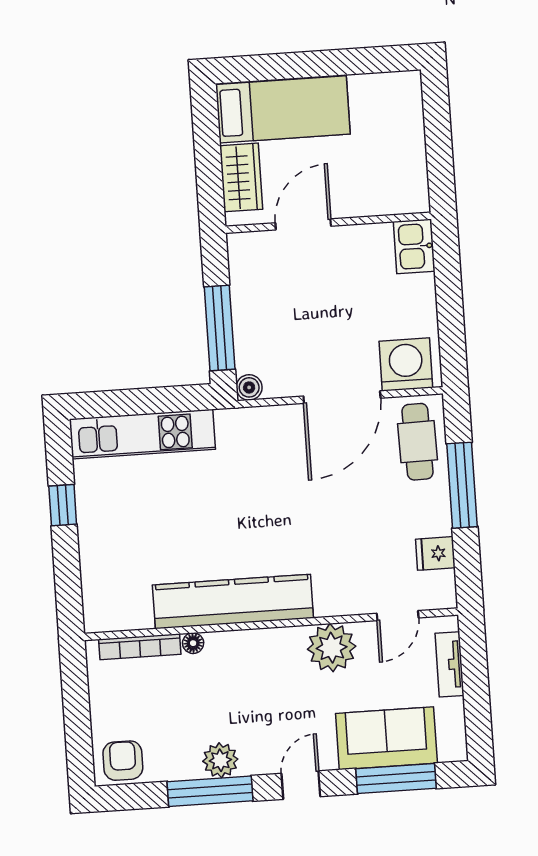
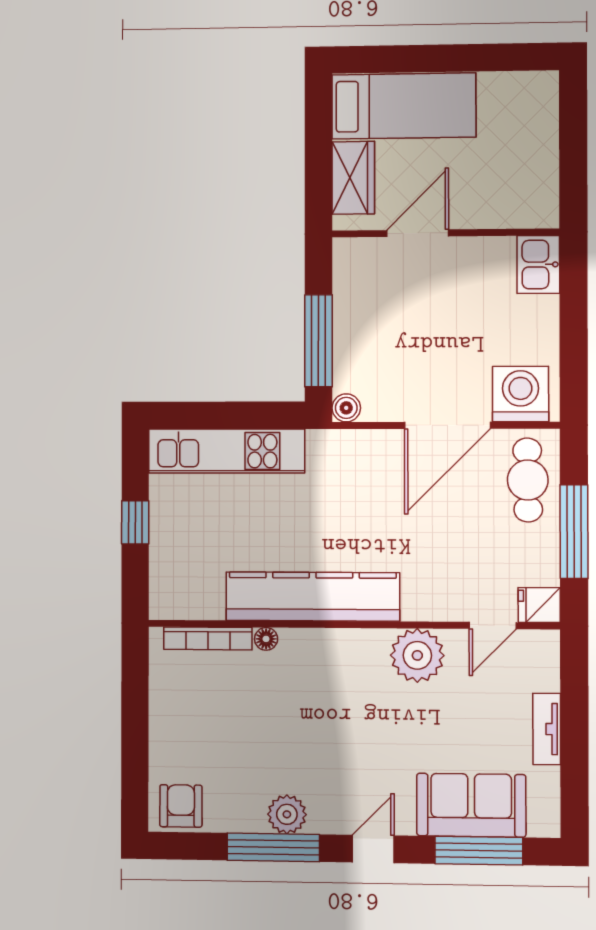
kitchen counter: (233, 602) -> (313, 597), moved
door: (398, 616) -> (493, 626), moved
wall: (271, 624) -> (353, 625), moved
floor lamp: (193, 643) -> (266, 639), moved
bookcase: (140, 647) -> (208, 638), moved
plant: (332, 648) -> (417, 655), moved

